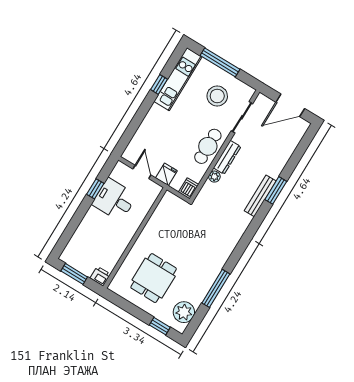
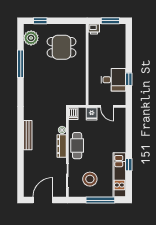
window: (276, 190) -> (21, 144), removed
dining table: (154, 278) -> (61, 47), turned 90

